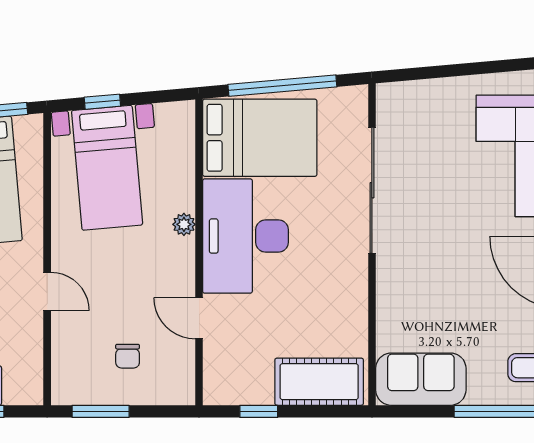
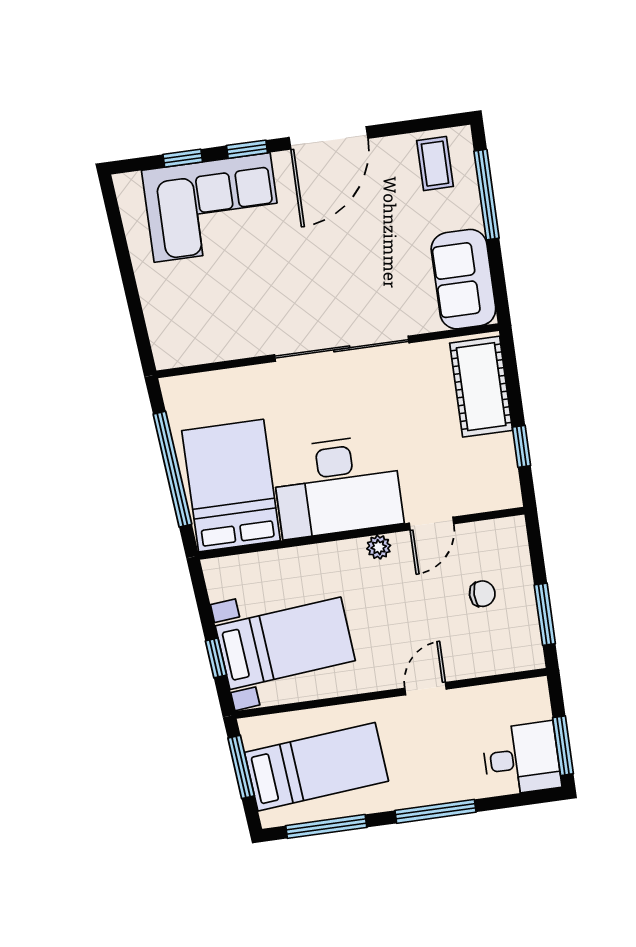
sliding door: (372, 190) -> (342, 349), moved
plant: (184, 224) -> (379, 547), moved

